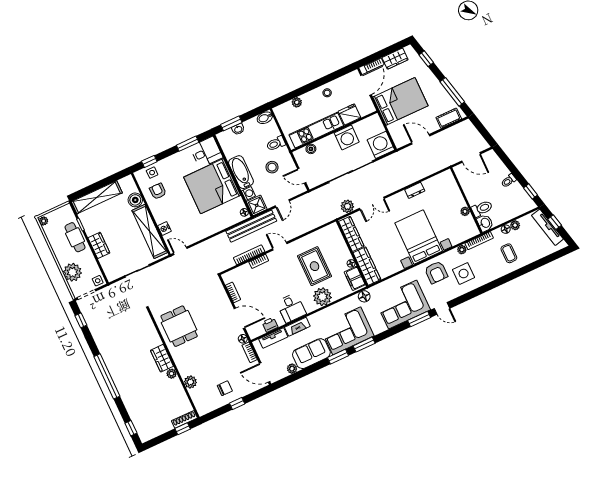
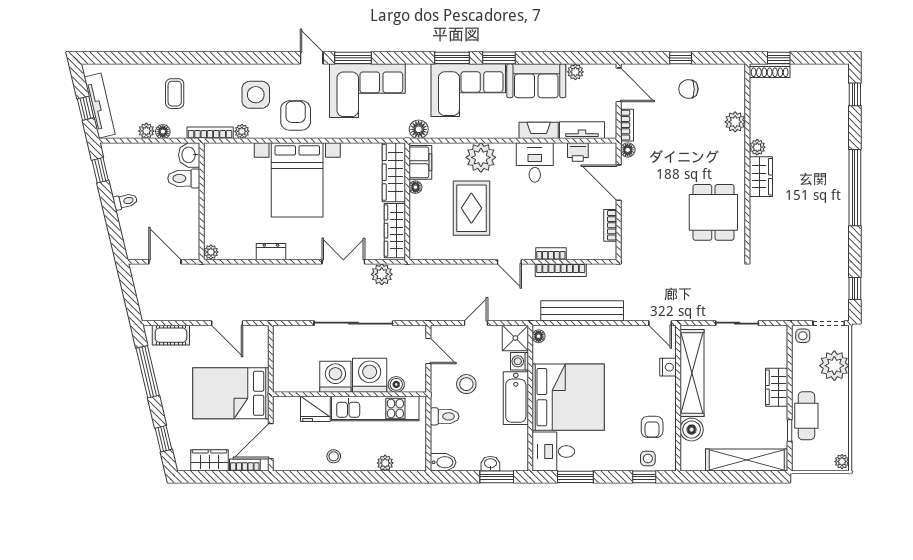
washing machine: (381, 145) -> (370, 375), moved, turned 180
plant: (465, 211) -> (211, 252), moved
bench: (251, 226) -> (582, 311), moved

